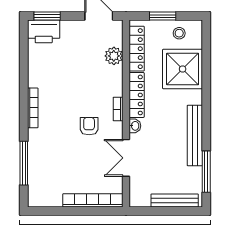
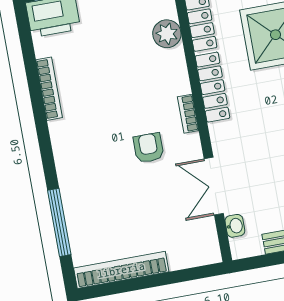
bookcase: (33, 108) -> (49, 89), moved
washbasin: (135, 126) -> (235, 226), moved
bookcase: (93, 200) -> (121, 270), moved

